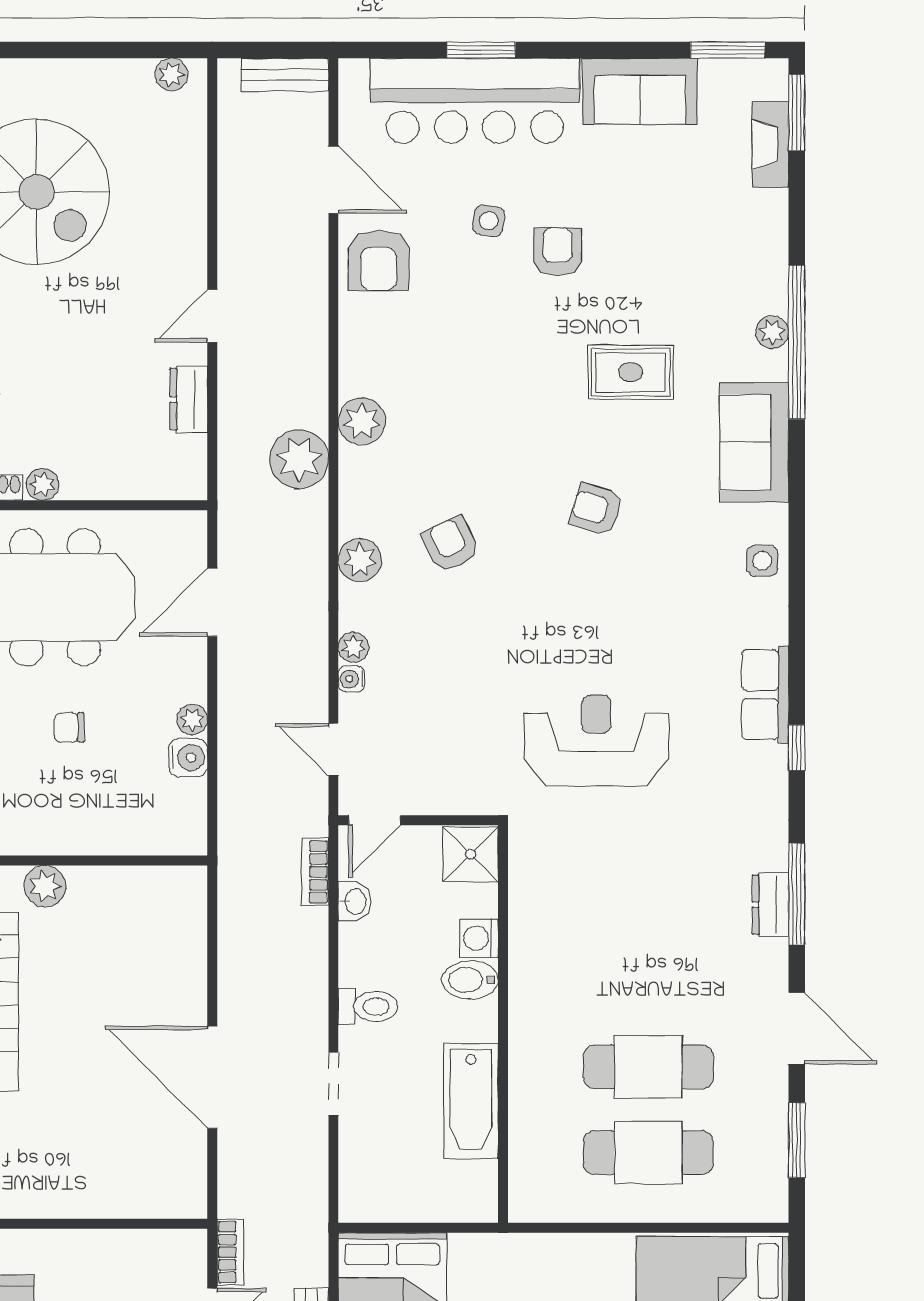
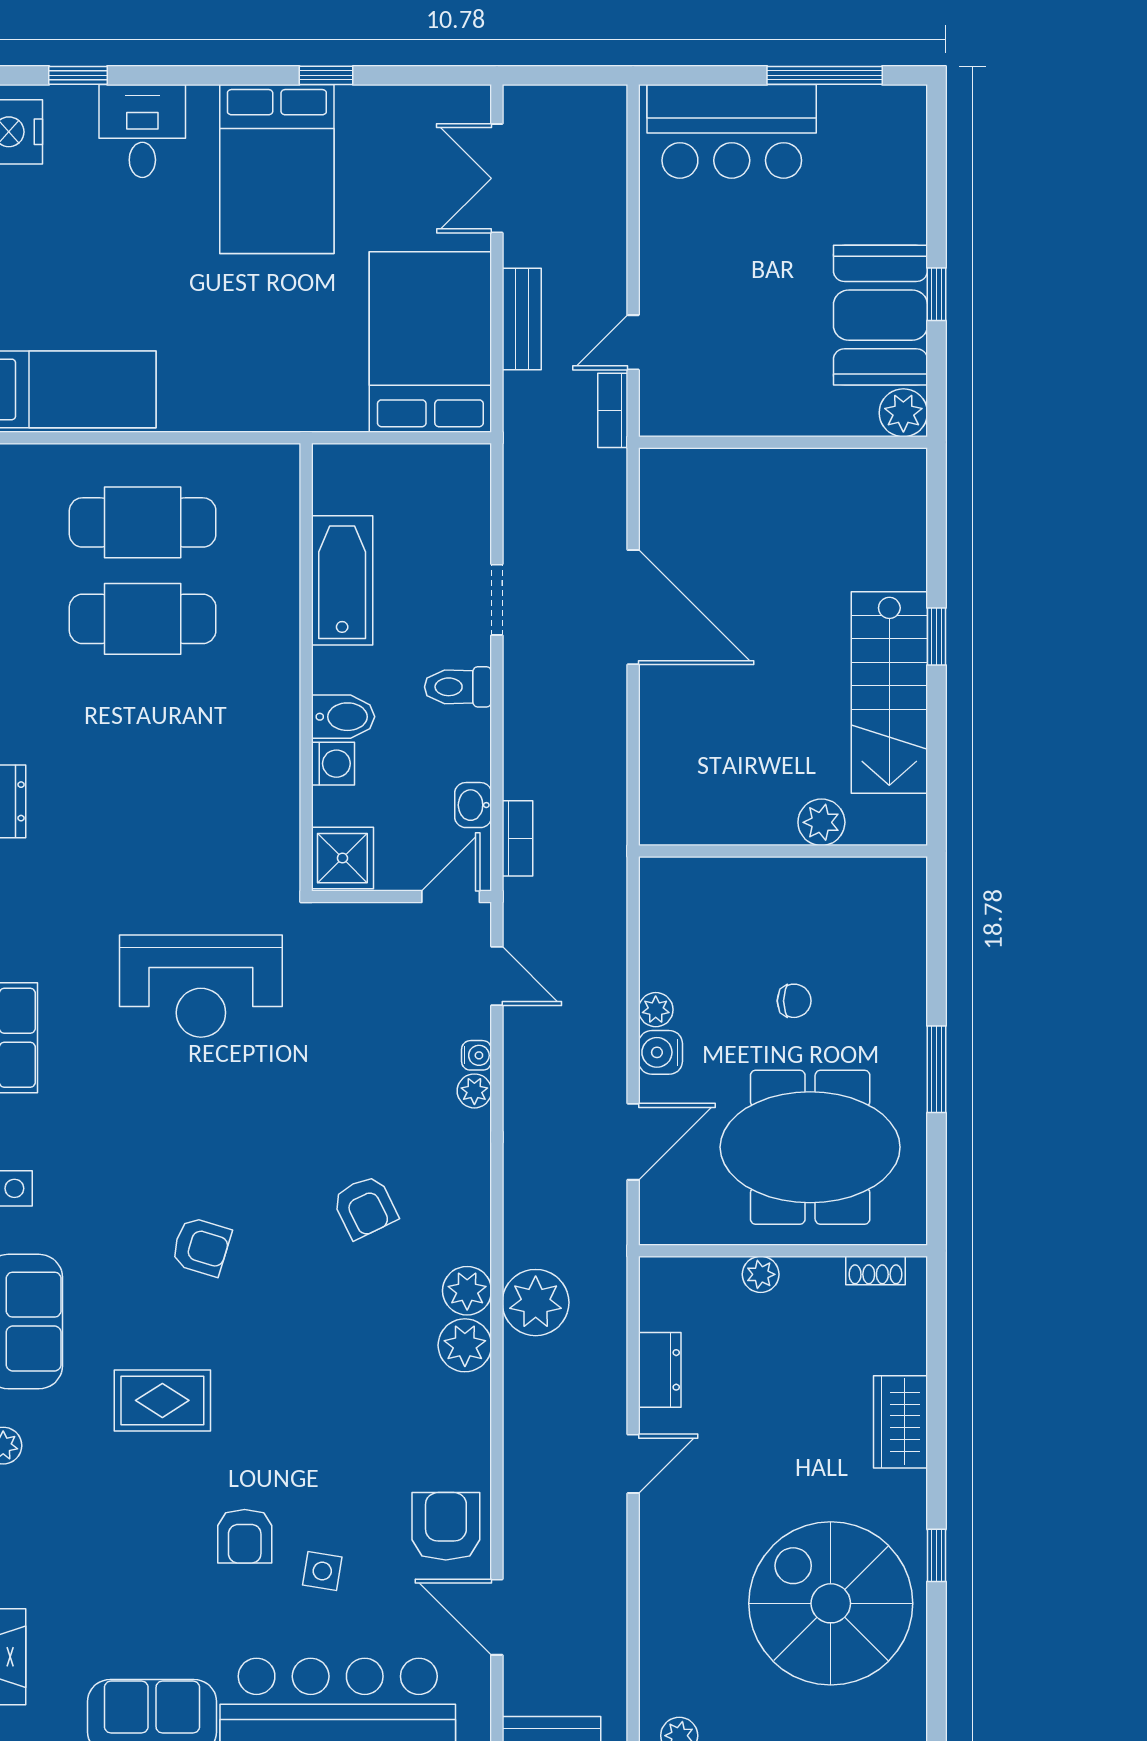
plant: (43, 484) -> (761, 1274), moved
plant: (360, 560) -> (467, 1291), moved
water cooler: (188, 758) -> (660, 1052), moved

